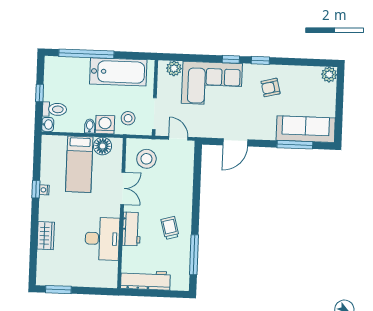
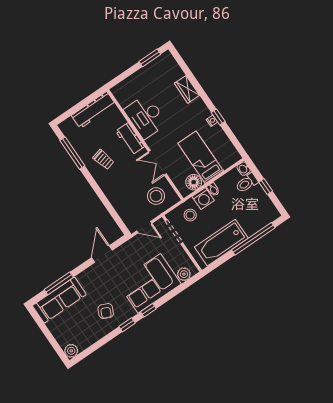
armchair: (271, 88) -> (106, 311), turned 128

